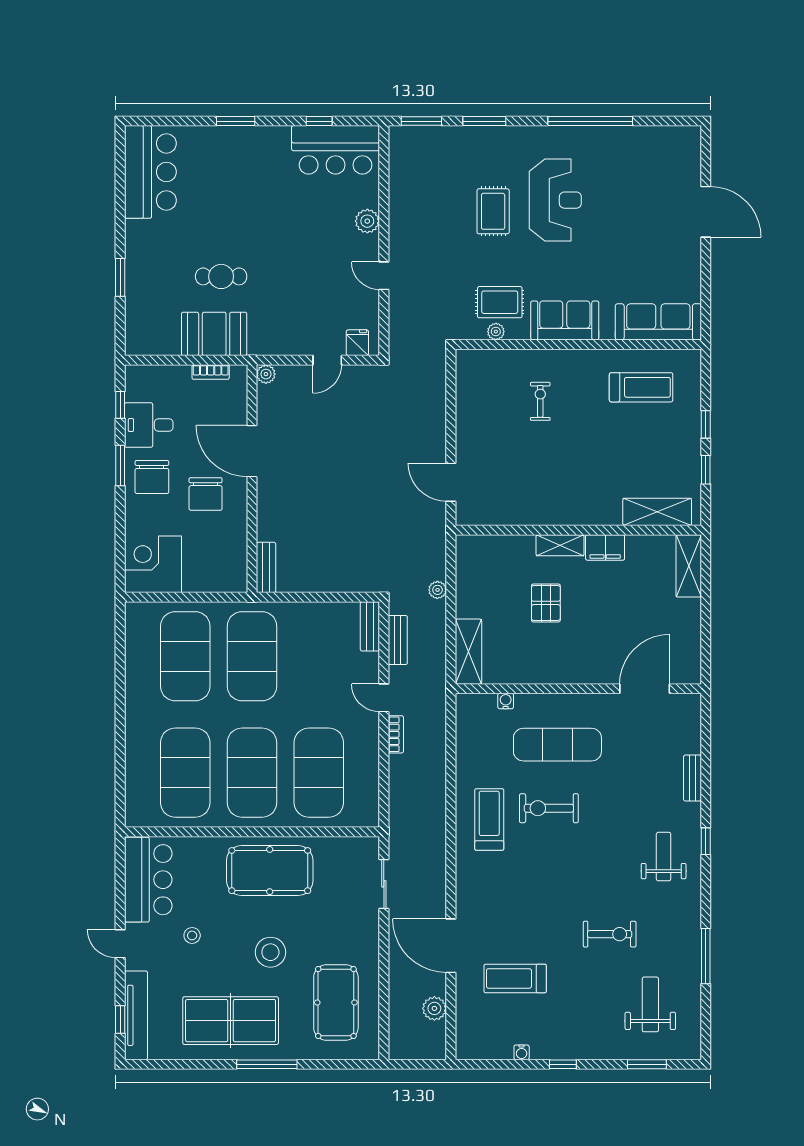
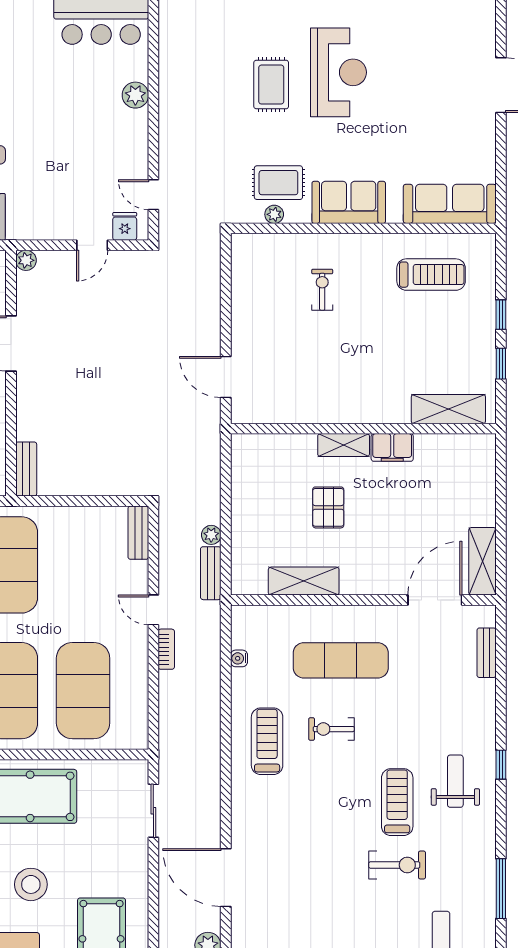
door: (384, 276) -> (153, 195), moved
shelving: (689, 566) -> (482, 561), moved
plant: (437, 590) -> (211, 535), moved
bench: (398, 640) -> (211, 573), moved
shelving: (468, 652) -> (304, 581), moved, turned 90
water cooler: (506, 701) -> (239, 658), moved, turned -90
bench: (692, 778) -> (487, 653), moved
exercise bike: (549, 808) -> (332, 729), width x0.73, depth x0.72
treadmill: (515, 978) -> (397, 802), moved, turned 90

